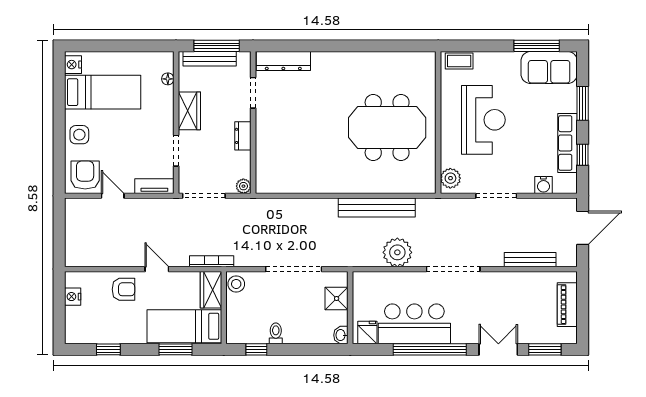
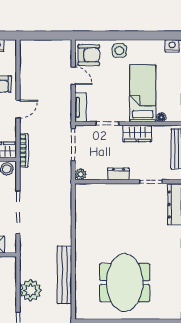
bed: (103, 92) -> (143, 93), moved, turned 180
door: (113, 196) -> (73, 76), hinge flipped

